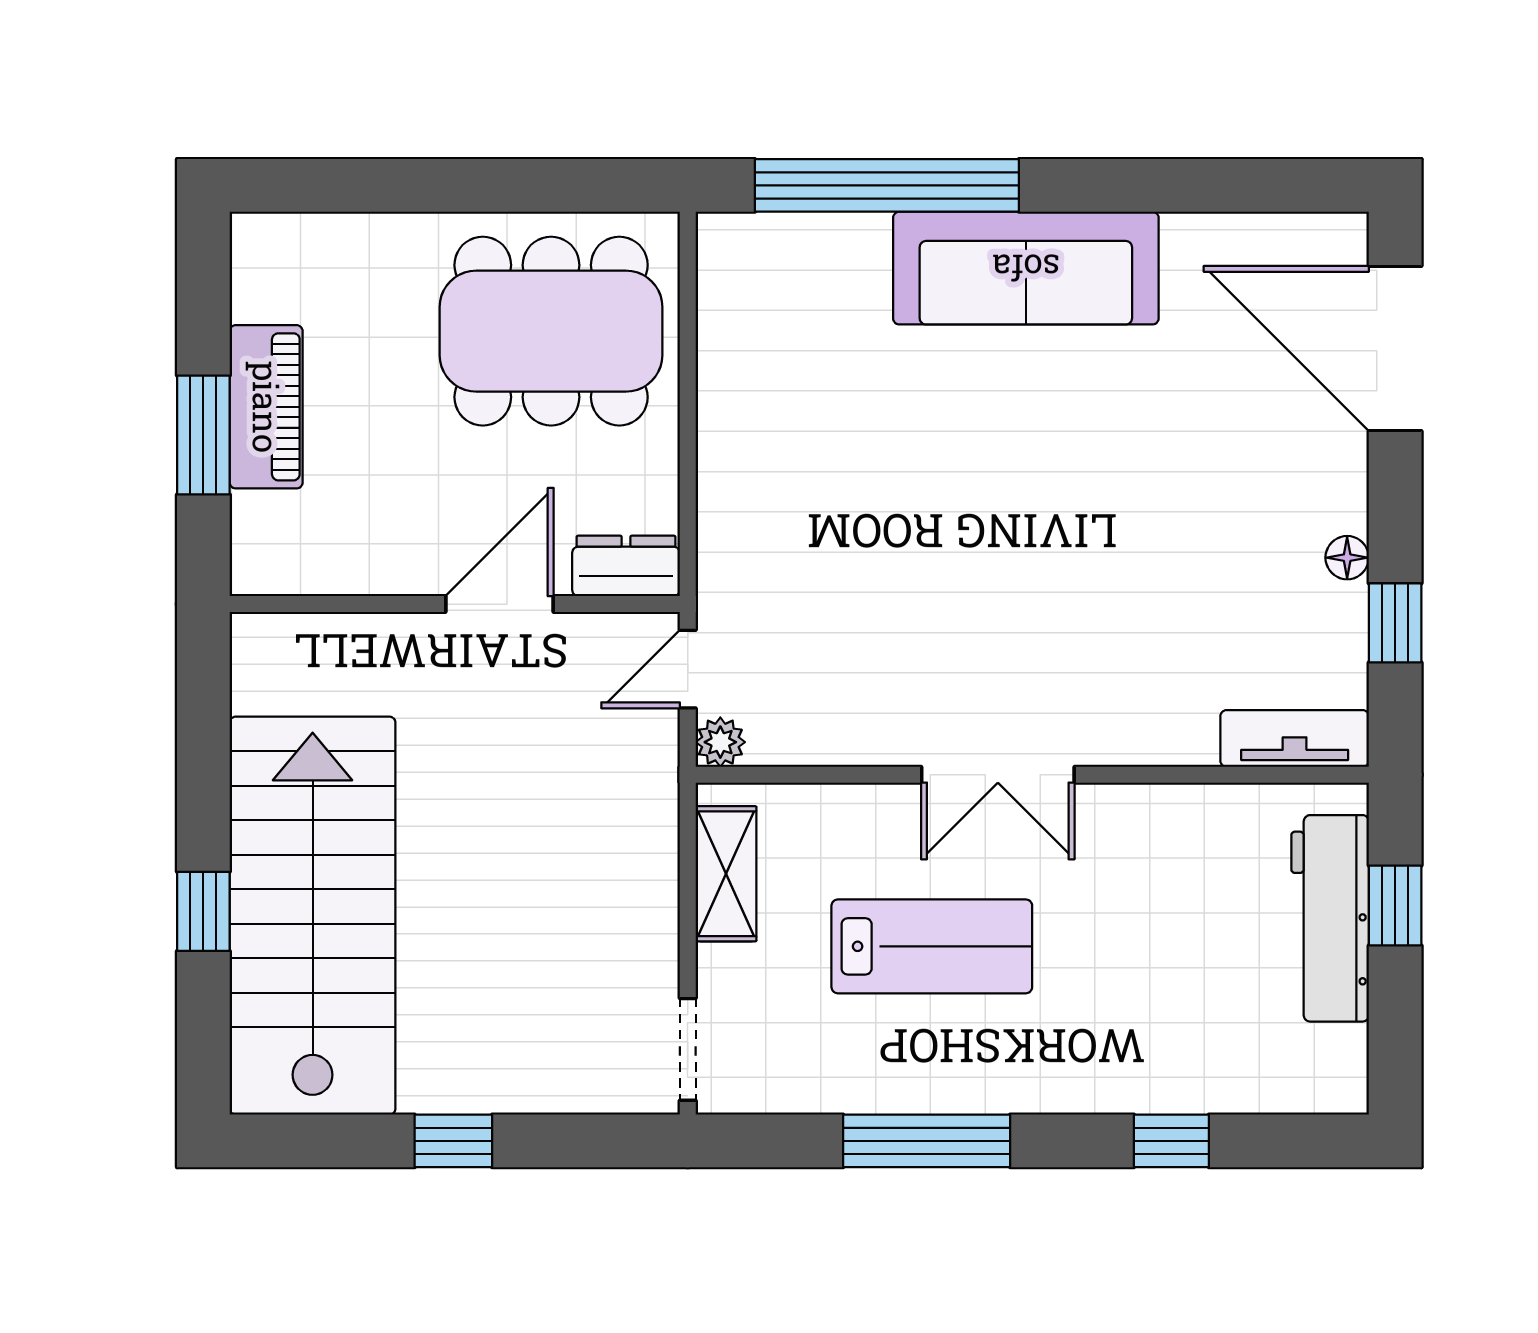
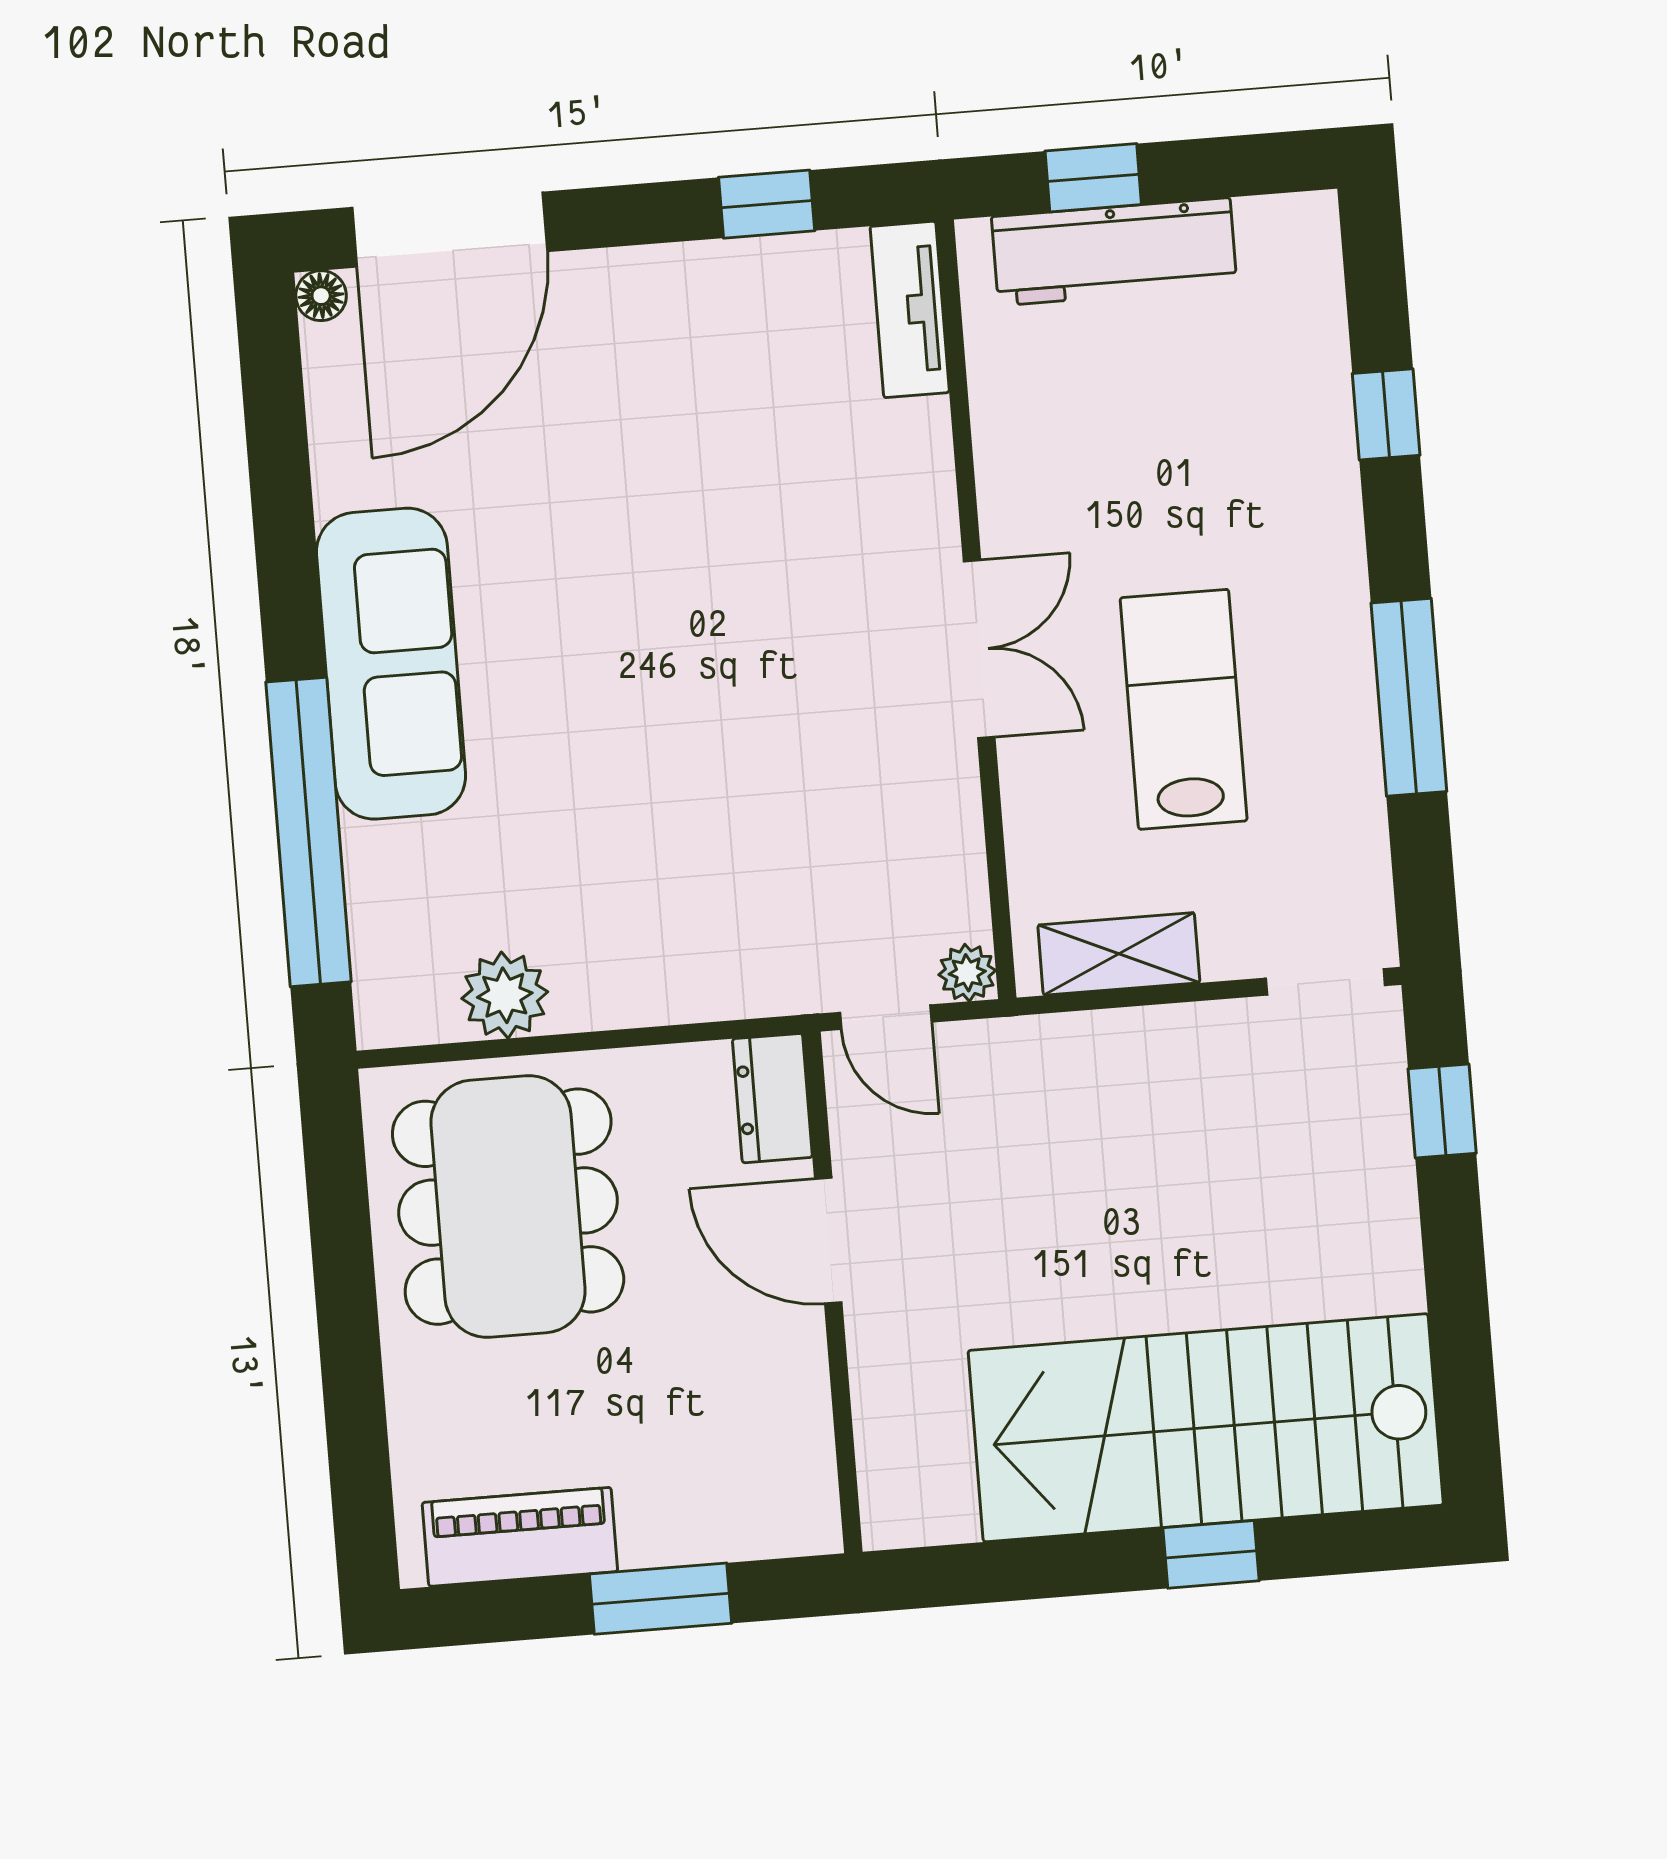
plant: (733, 343) -> (505, 995), added
piano: (266, 407) -> (520, 1537), moved
floor lamp: (1347, 558) -> (321, 296), moved
window: (453, 1141) -> (1442, 1111), moved

